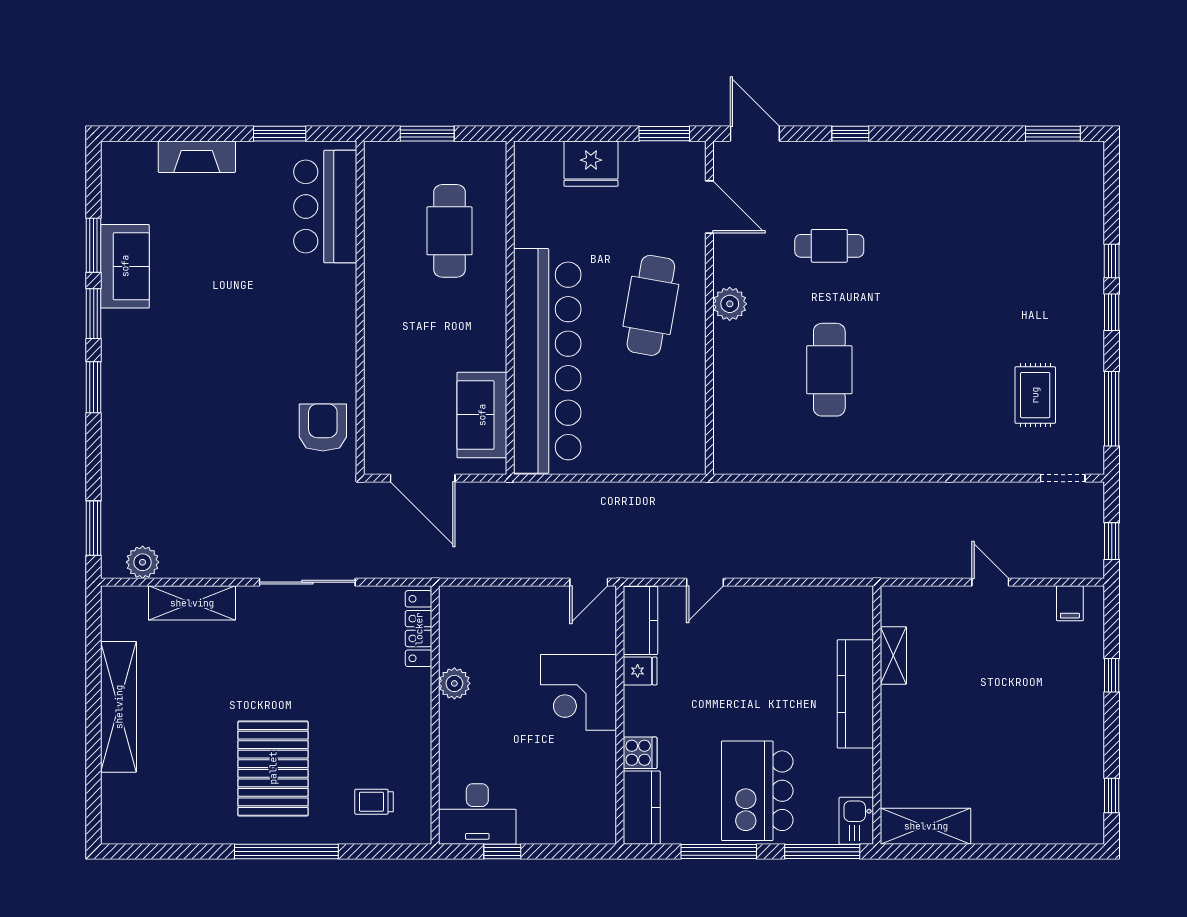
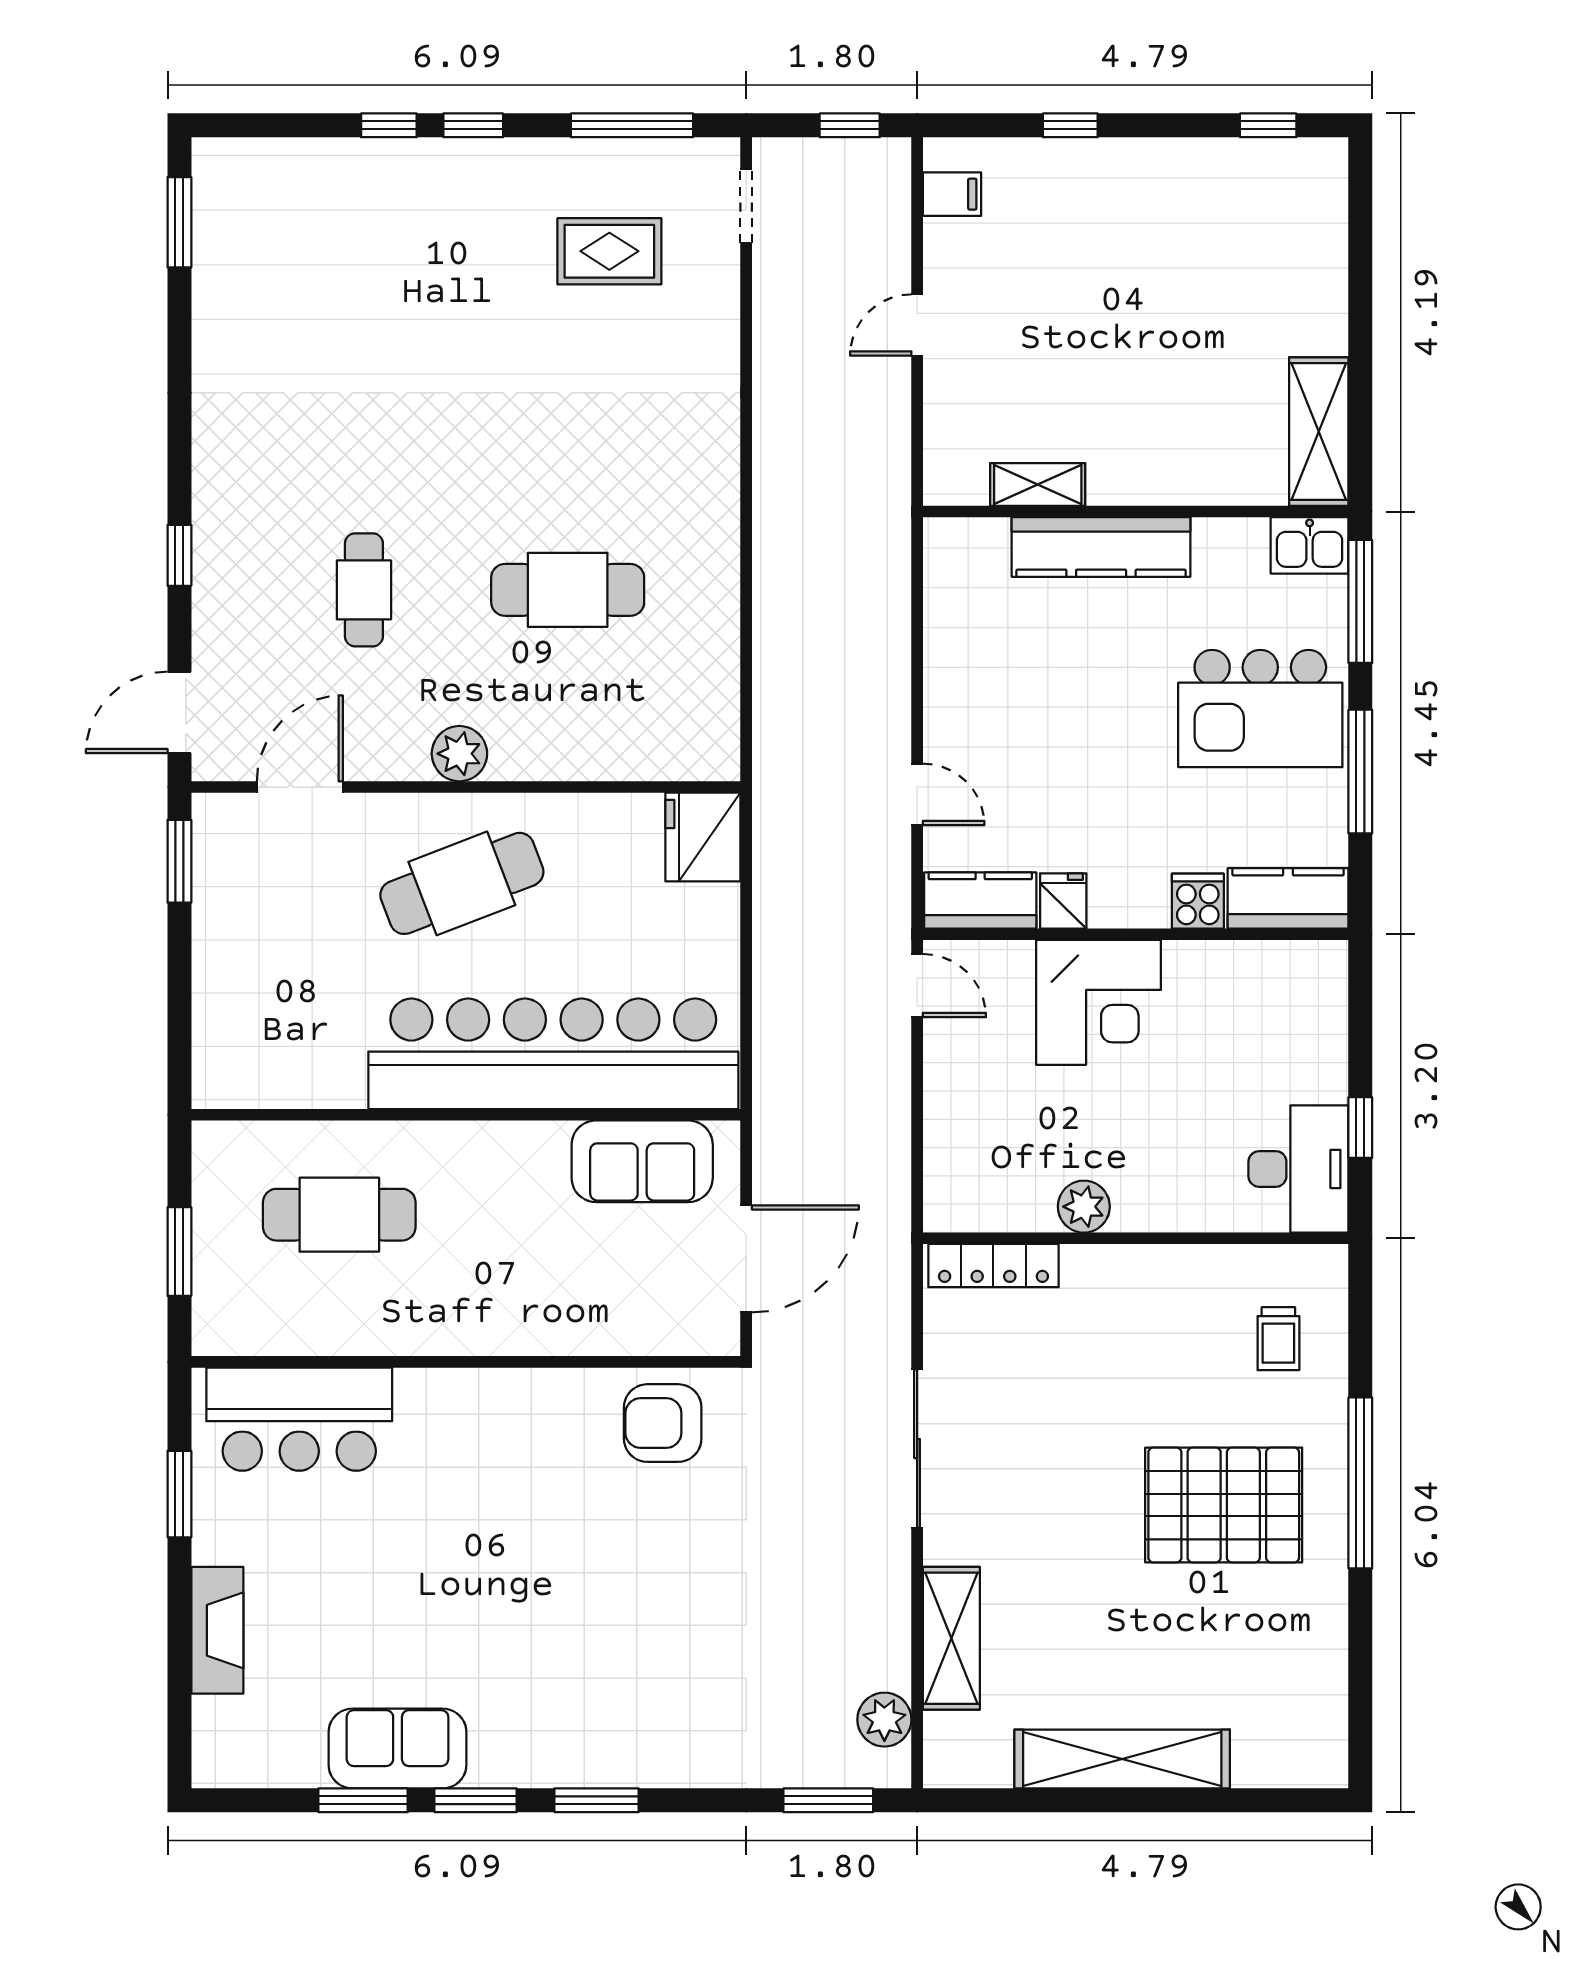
fridge: (591, 164) -> (703, 837), moved, turned 180
cafe table: (651, 305) -> (462, 883), turned -31

